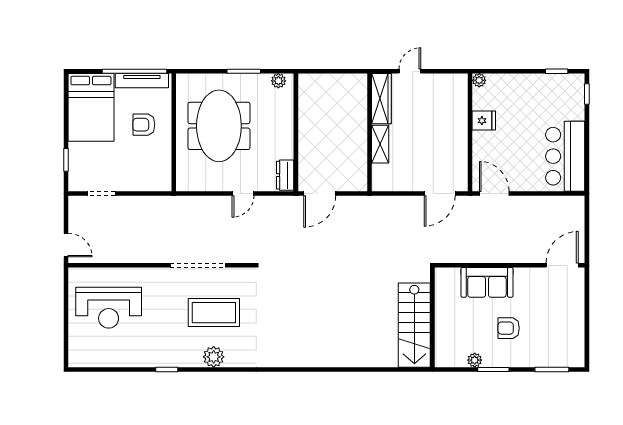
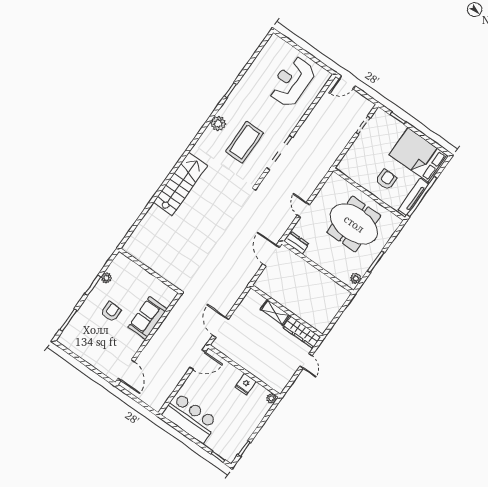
stairs: (414, 325) -> (180, 184), moved, turned 90

